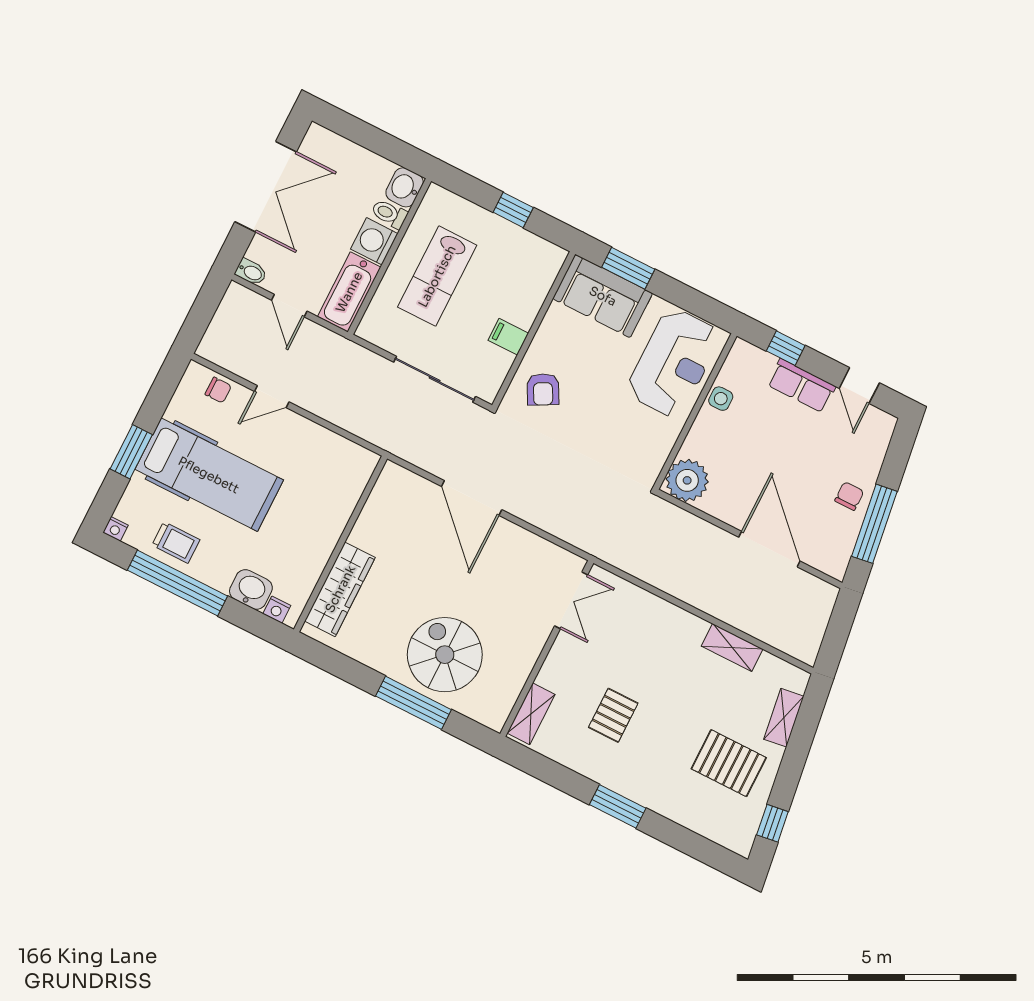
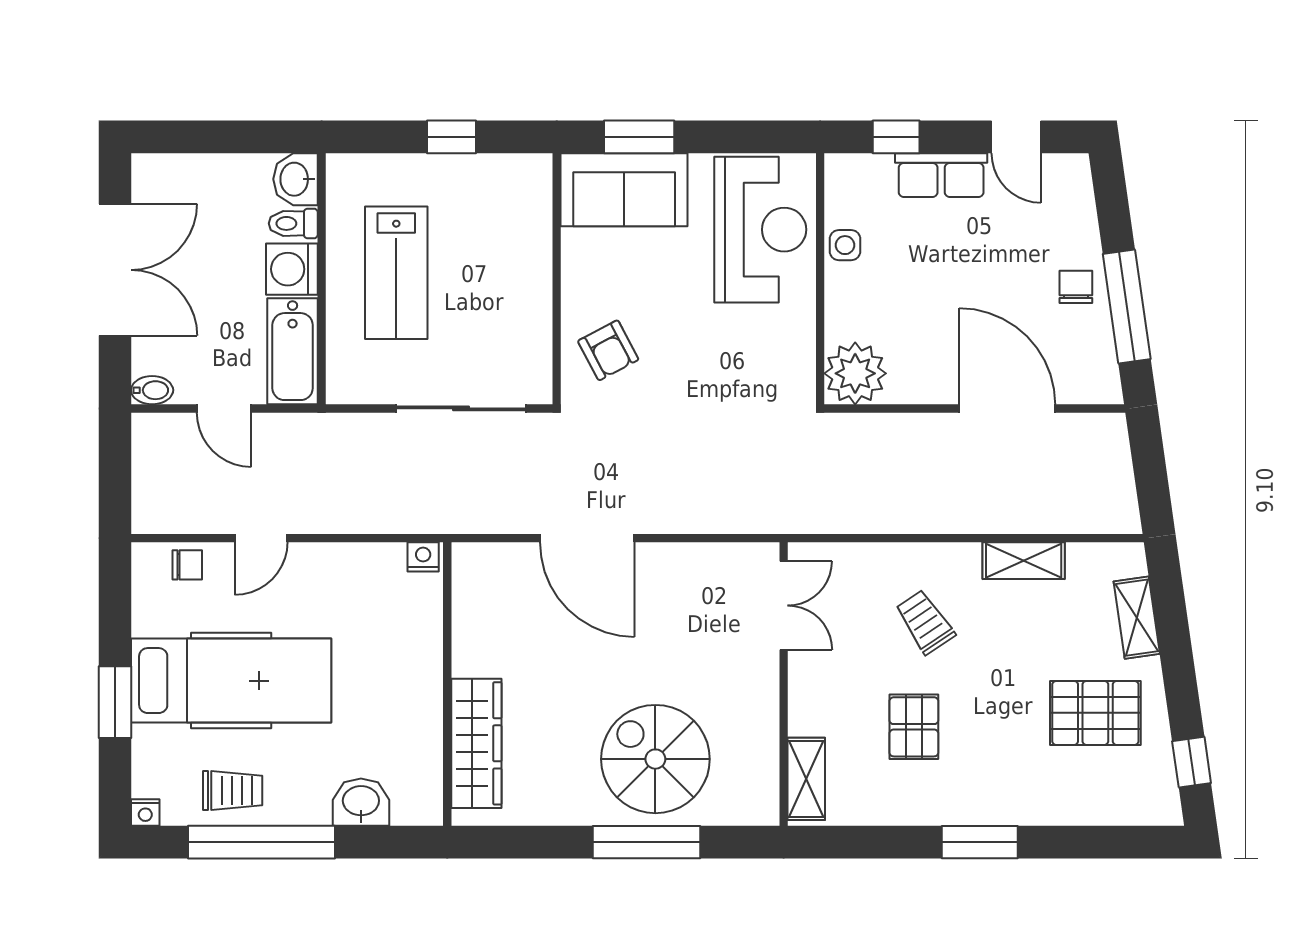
filing cabinet: (508, 337) -> (529, 305), removed
nightstand: (277, 610) -> (423, 557), moved, turned 180
trolley: (653, 655) -> (925, 622), added

